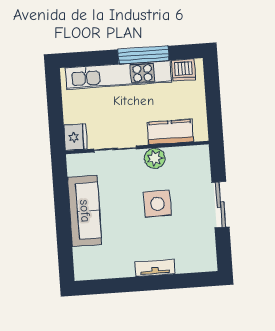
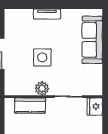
sofa: (85, 211) -> (92, 40), moved

